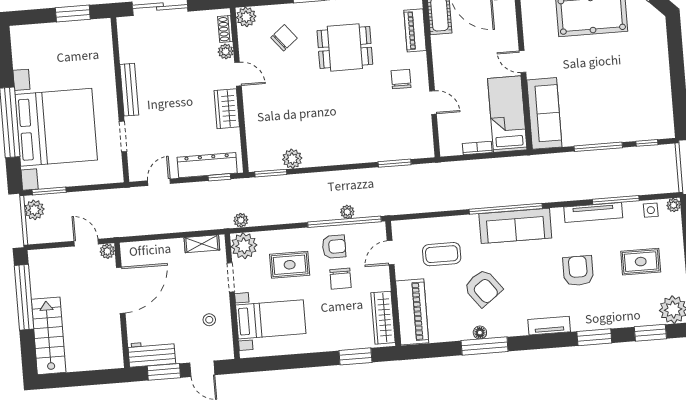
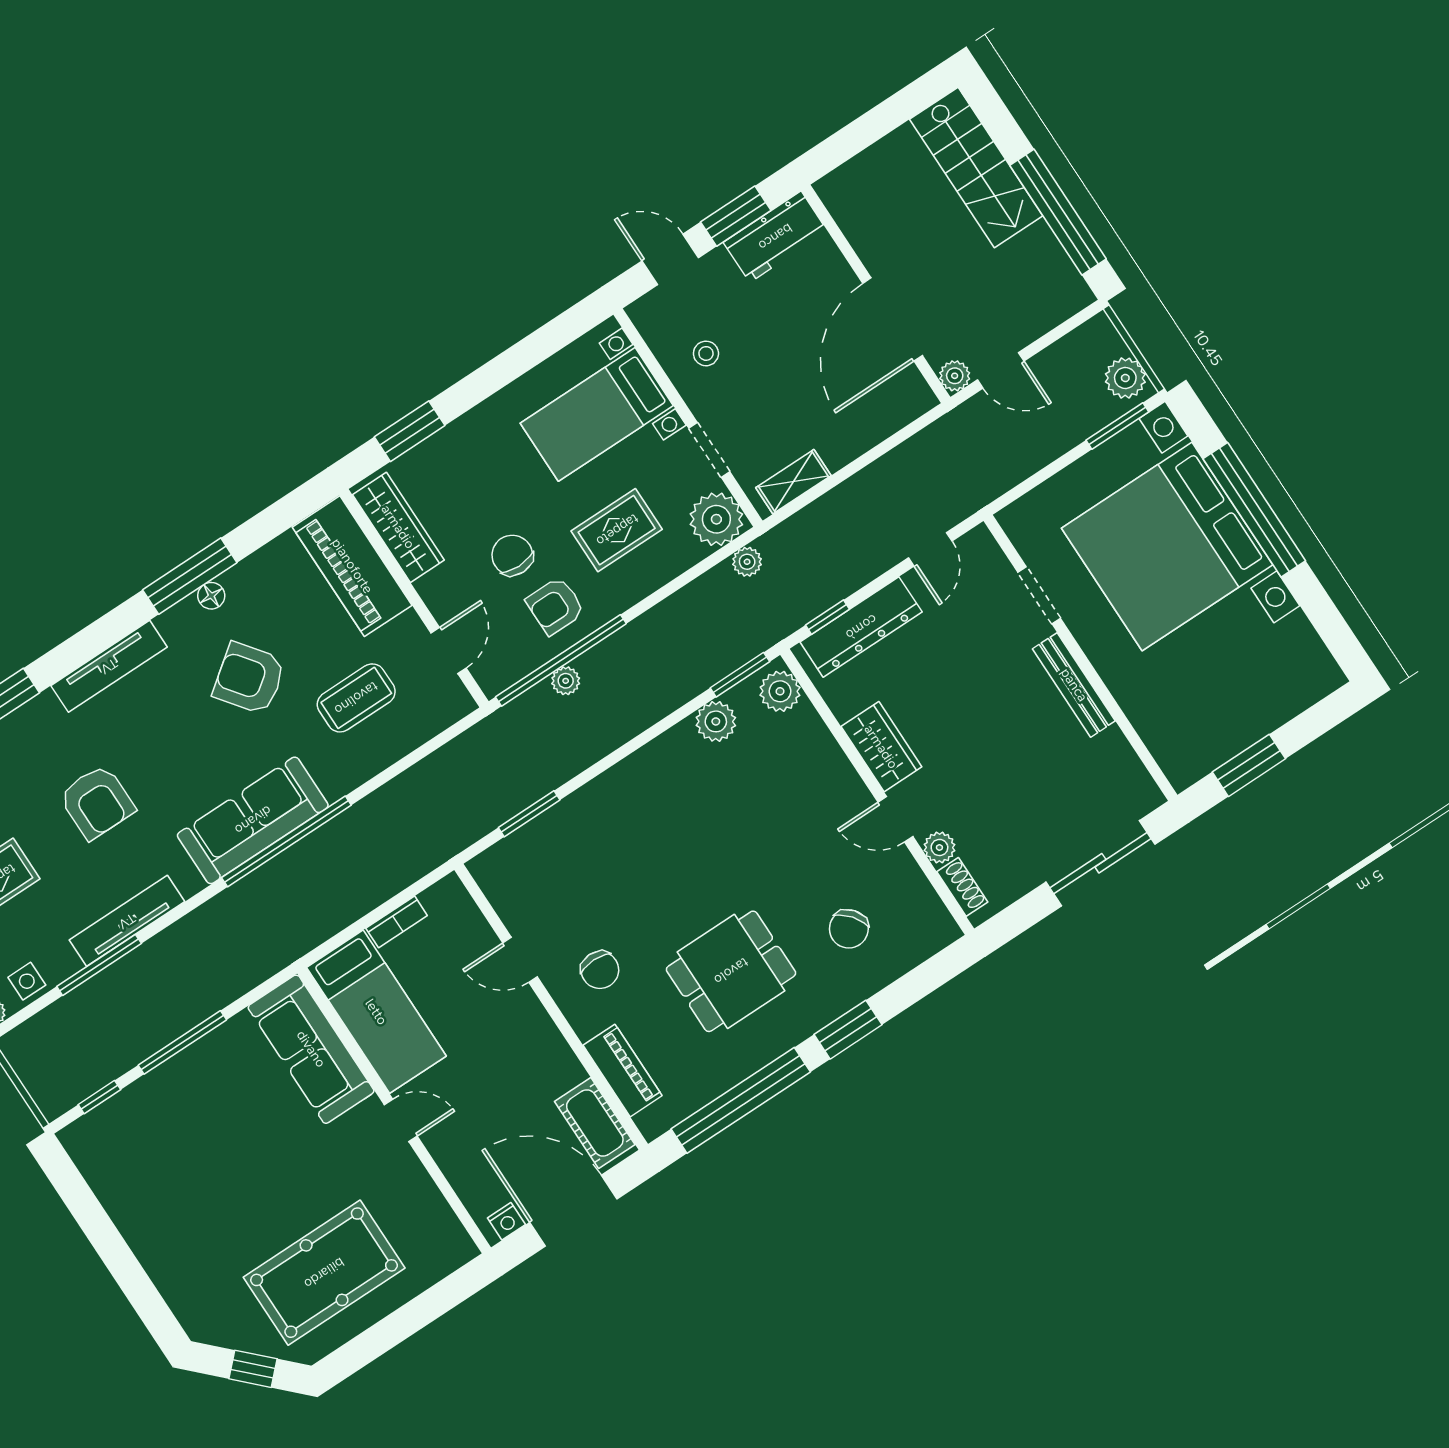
plant: (246, 17) -> (780, 691), moved
tv unit: (549, 326) -> (109, 666), width x1.41

